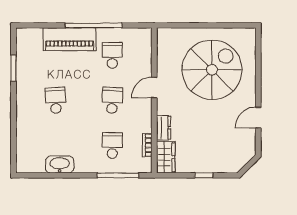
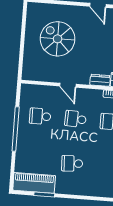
piano: (70, 39) -> (34, 183), moved, turned -90
spiral stairs: (212, 70) -> (58, 39), width x0.73, depth x0.73

